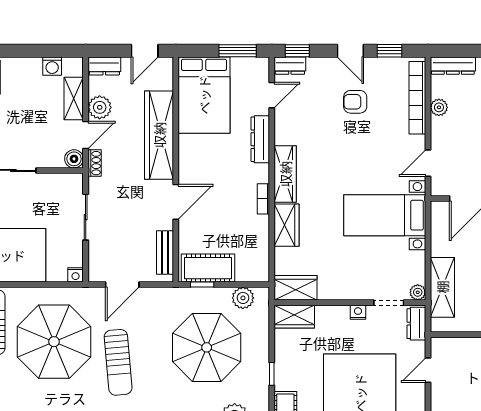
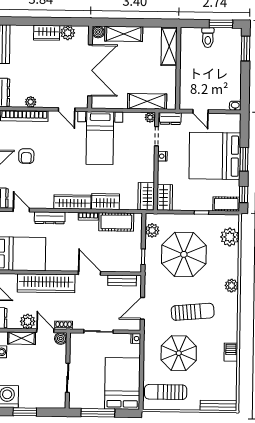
cot: (208, 268) -> (116, 222), moved, turned 90
door: (122, 285) -> (142, 308), swing flipped
parasol: (54, 342) -> (179, 353), width x0.73, depth x0.73

